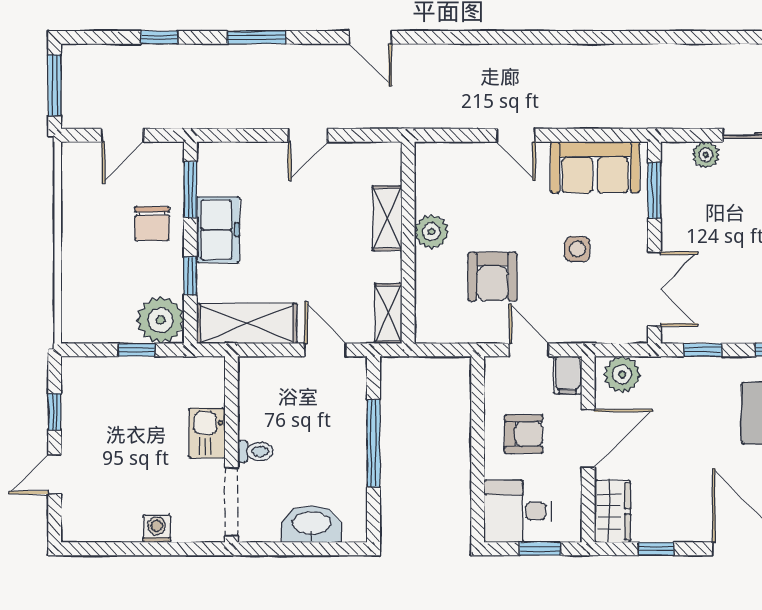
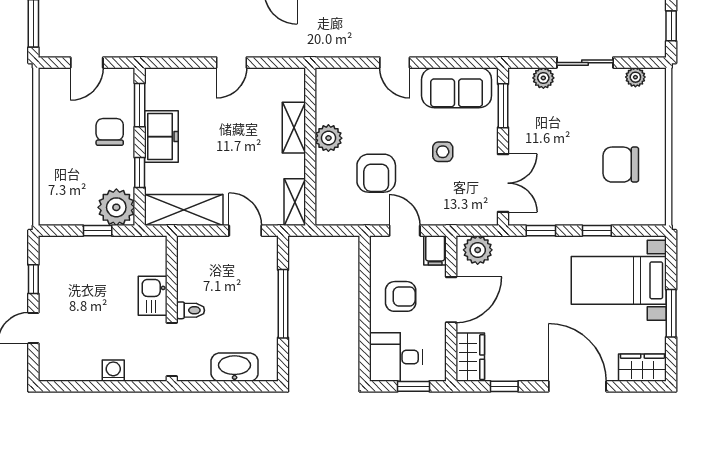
chair: (152, 224) -> (110, 132), turned 180

